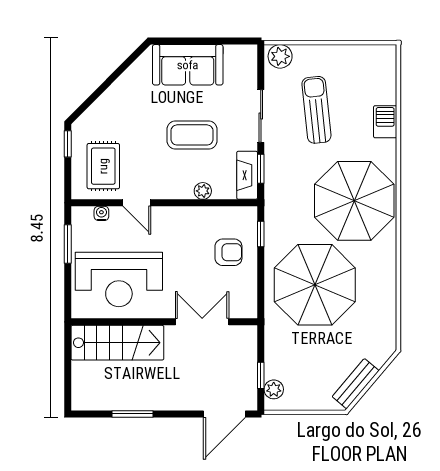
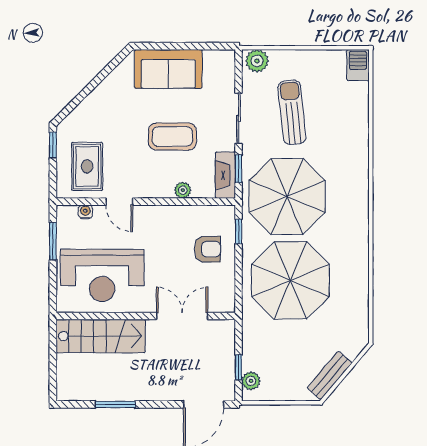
barbecue: (385, 122) -> (358, 65), moved
parasol: (354, 201) -> (287, 196), moved

